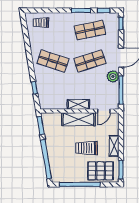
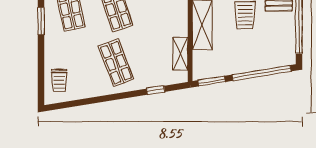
shop shelf: (53, 61) -> (116, 63), turned -39
shelving: (78, 104) -> (180, 54), moved

